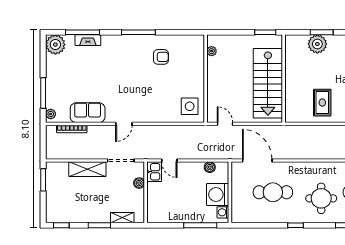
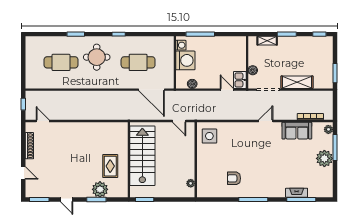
plant: (55, 45) -> (324, 158), moved
rug: (322, 103) -> (110, 166), moved

